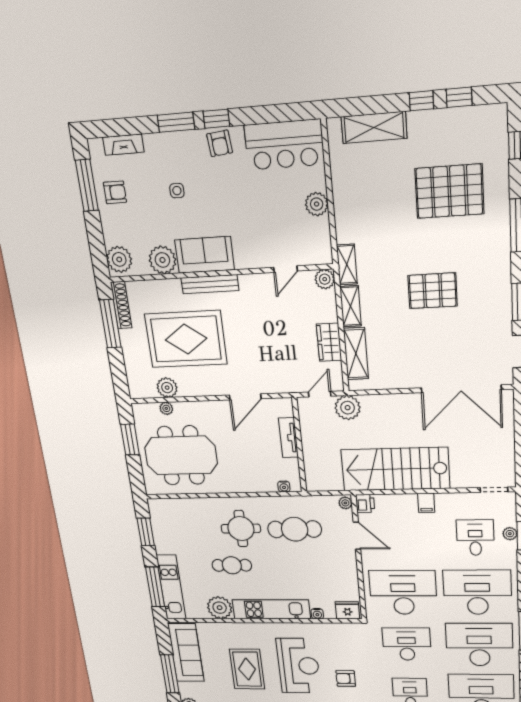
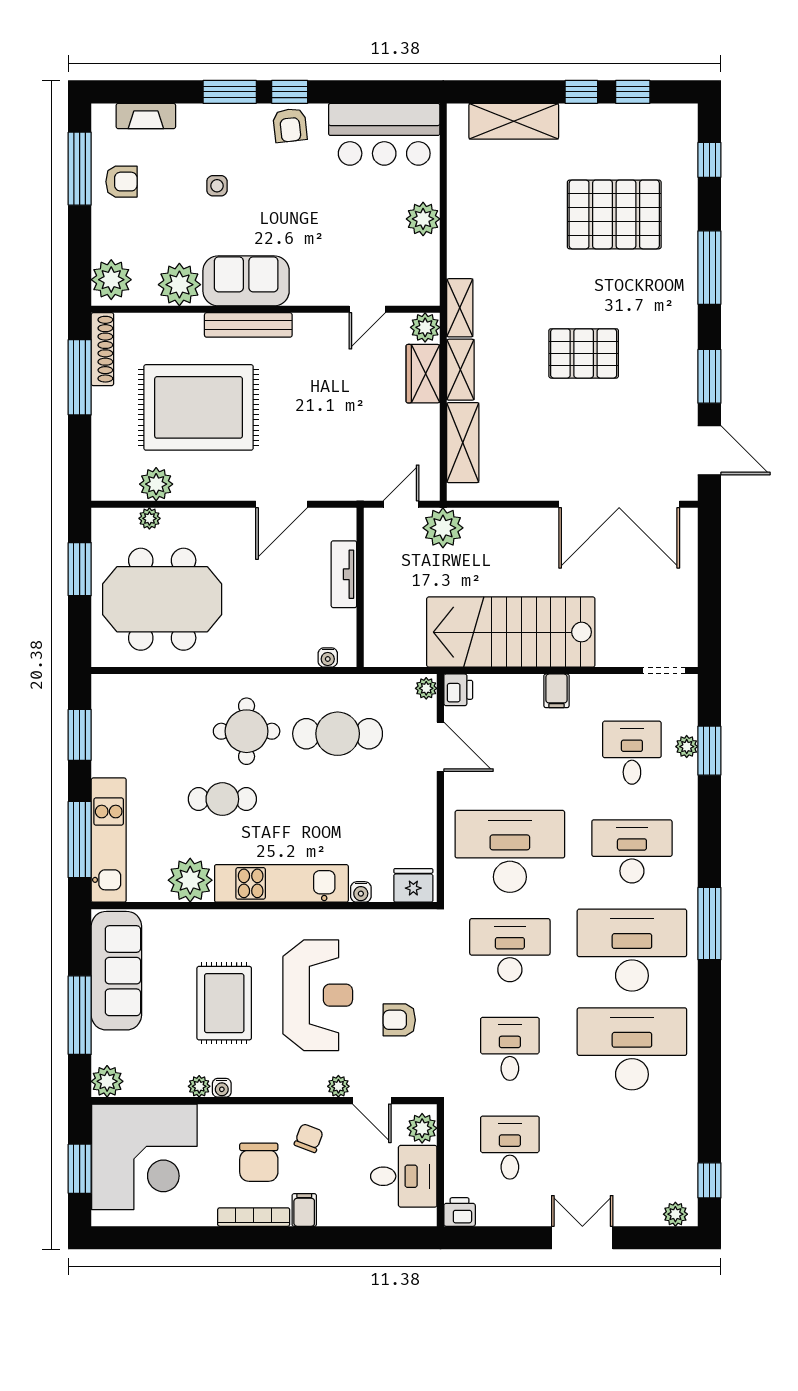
wardrobe: (329, 342) -> (423, 374), moved
desk: (477, 592) -> (632, 851), width x0.73, depth x0.77

